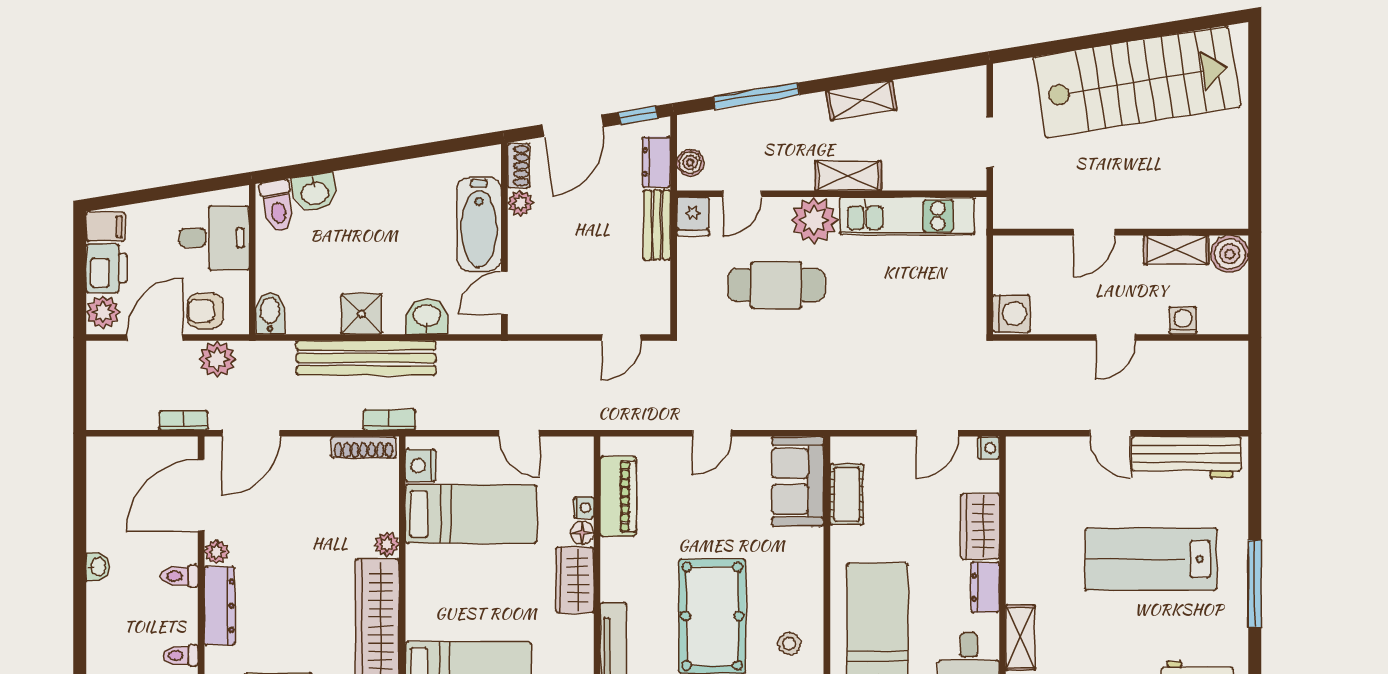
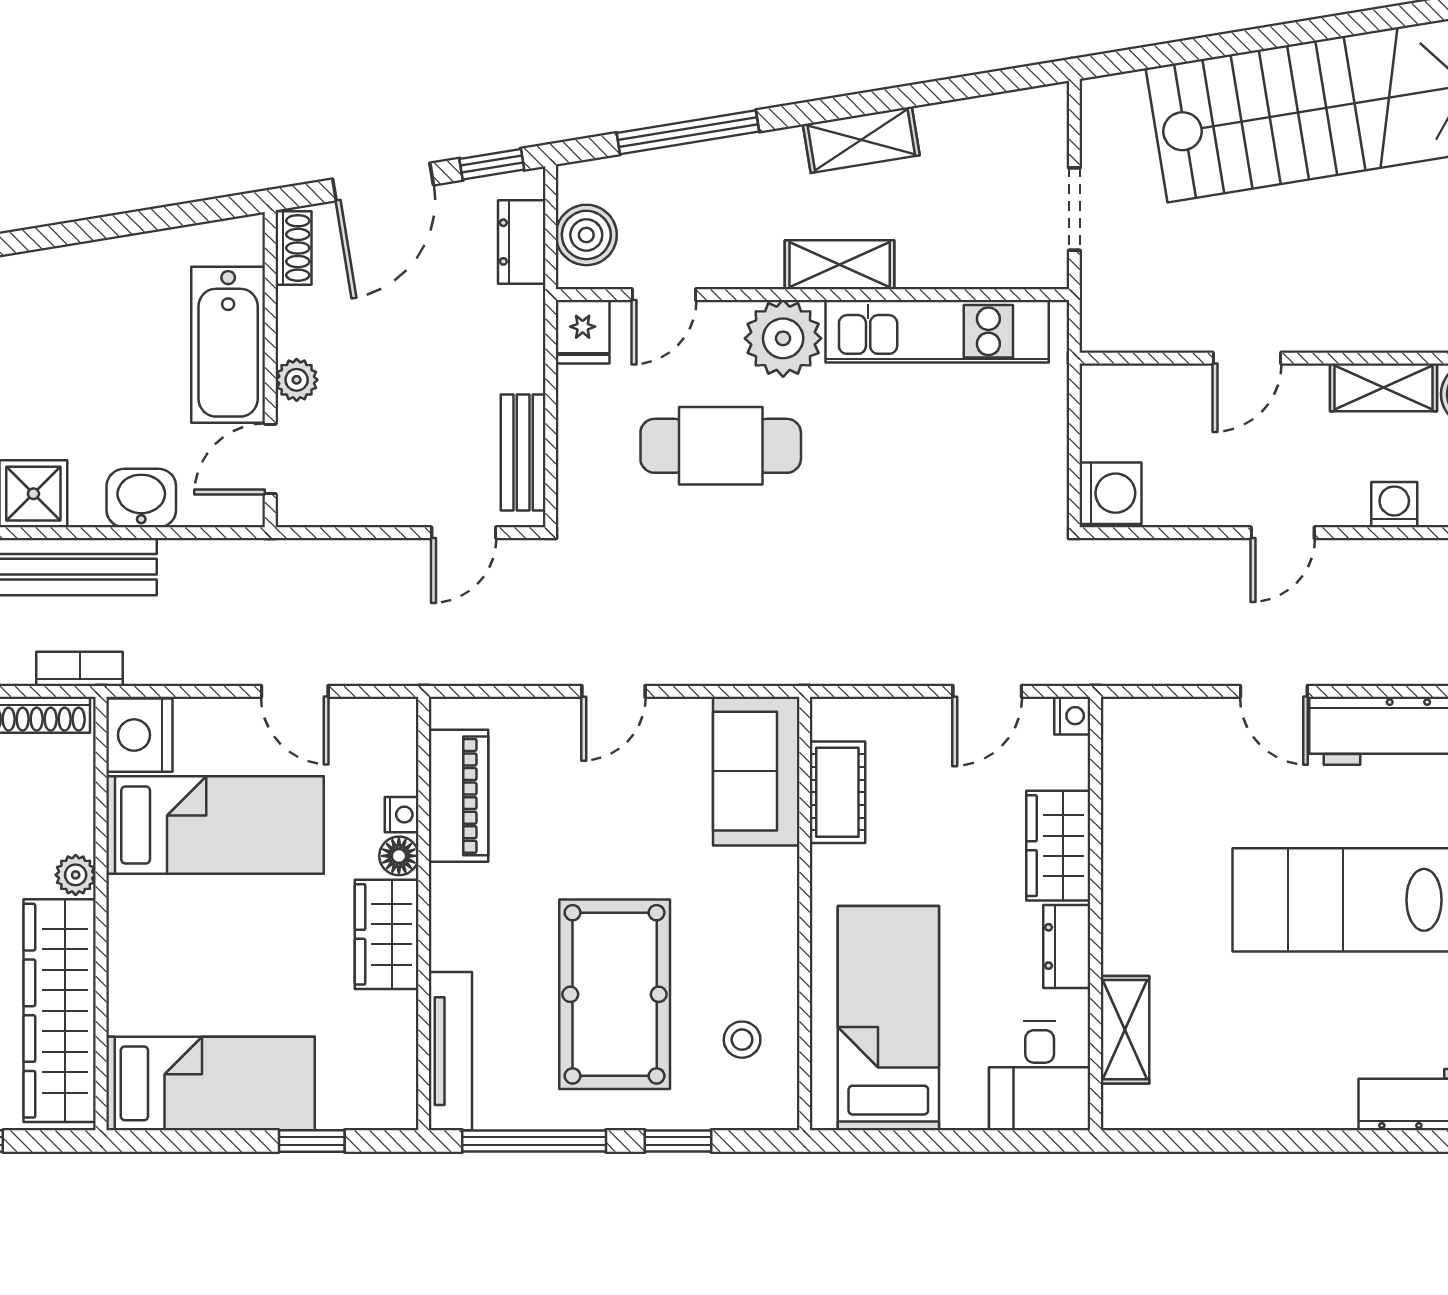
boiler: (690, 163) -> (586, 235), width x1.36, depth x1.36
plant: (520, 203) -> (297, 380), moved
bench: (657, 225) -> (523, 453), moved
nightstand: (420, 466) -> (139, 735), width x1.36, depth x1.33

